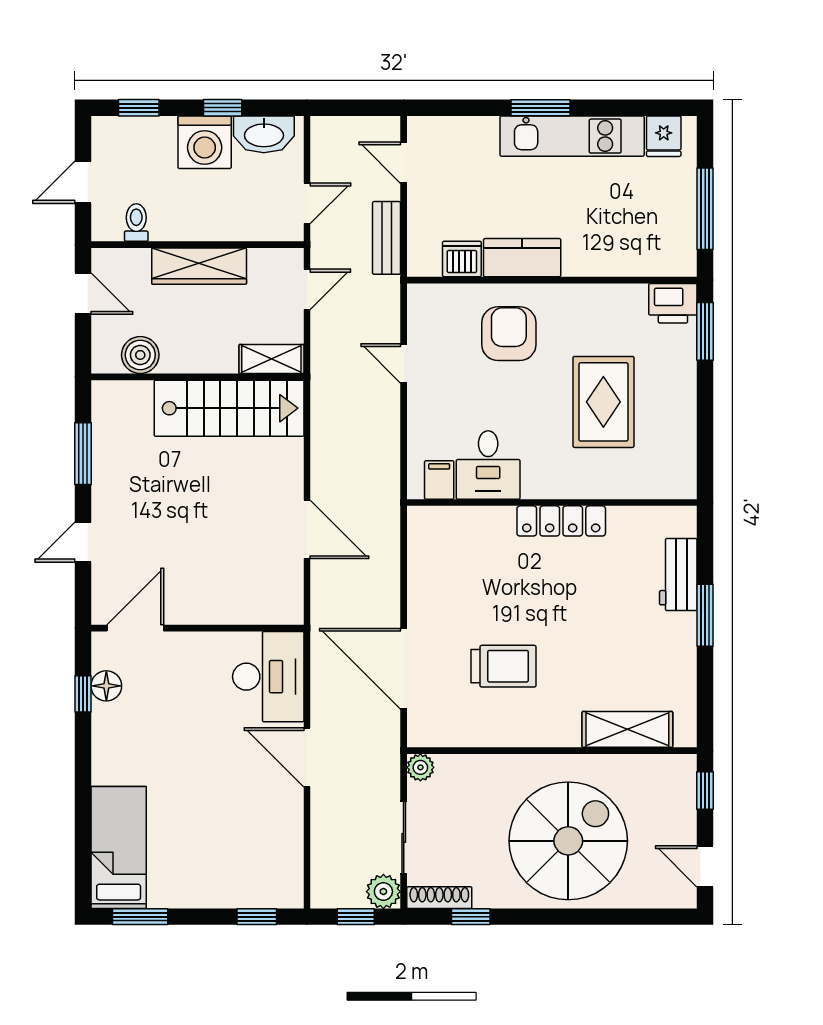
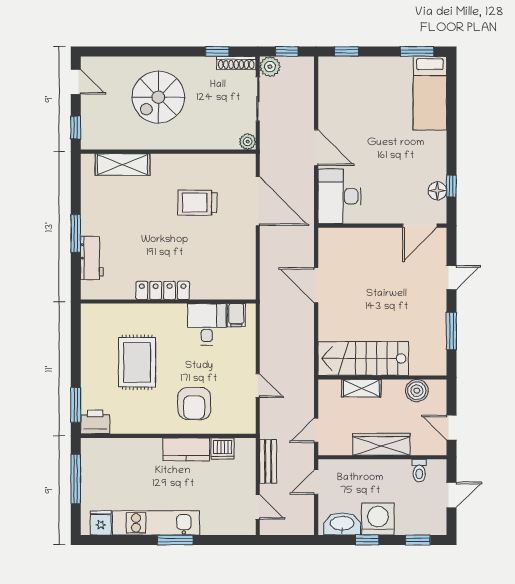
shelving: (271, 359) -> (361, 388), moved
spiral stairs: (568, 841) -> (158, 97), width x0.73, depth x0.73

